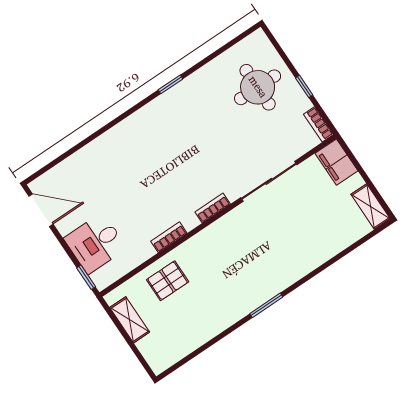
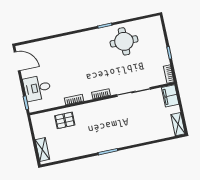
round table: (258, 87) -> (124, 41), moved
shelving: (130, 320) -> (42, 150), moved

